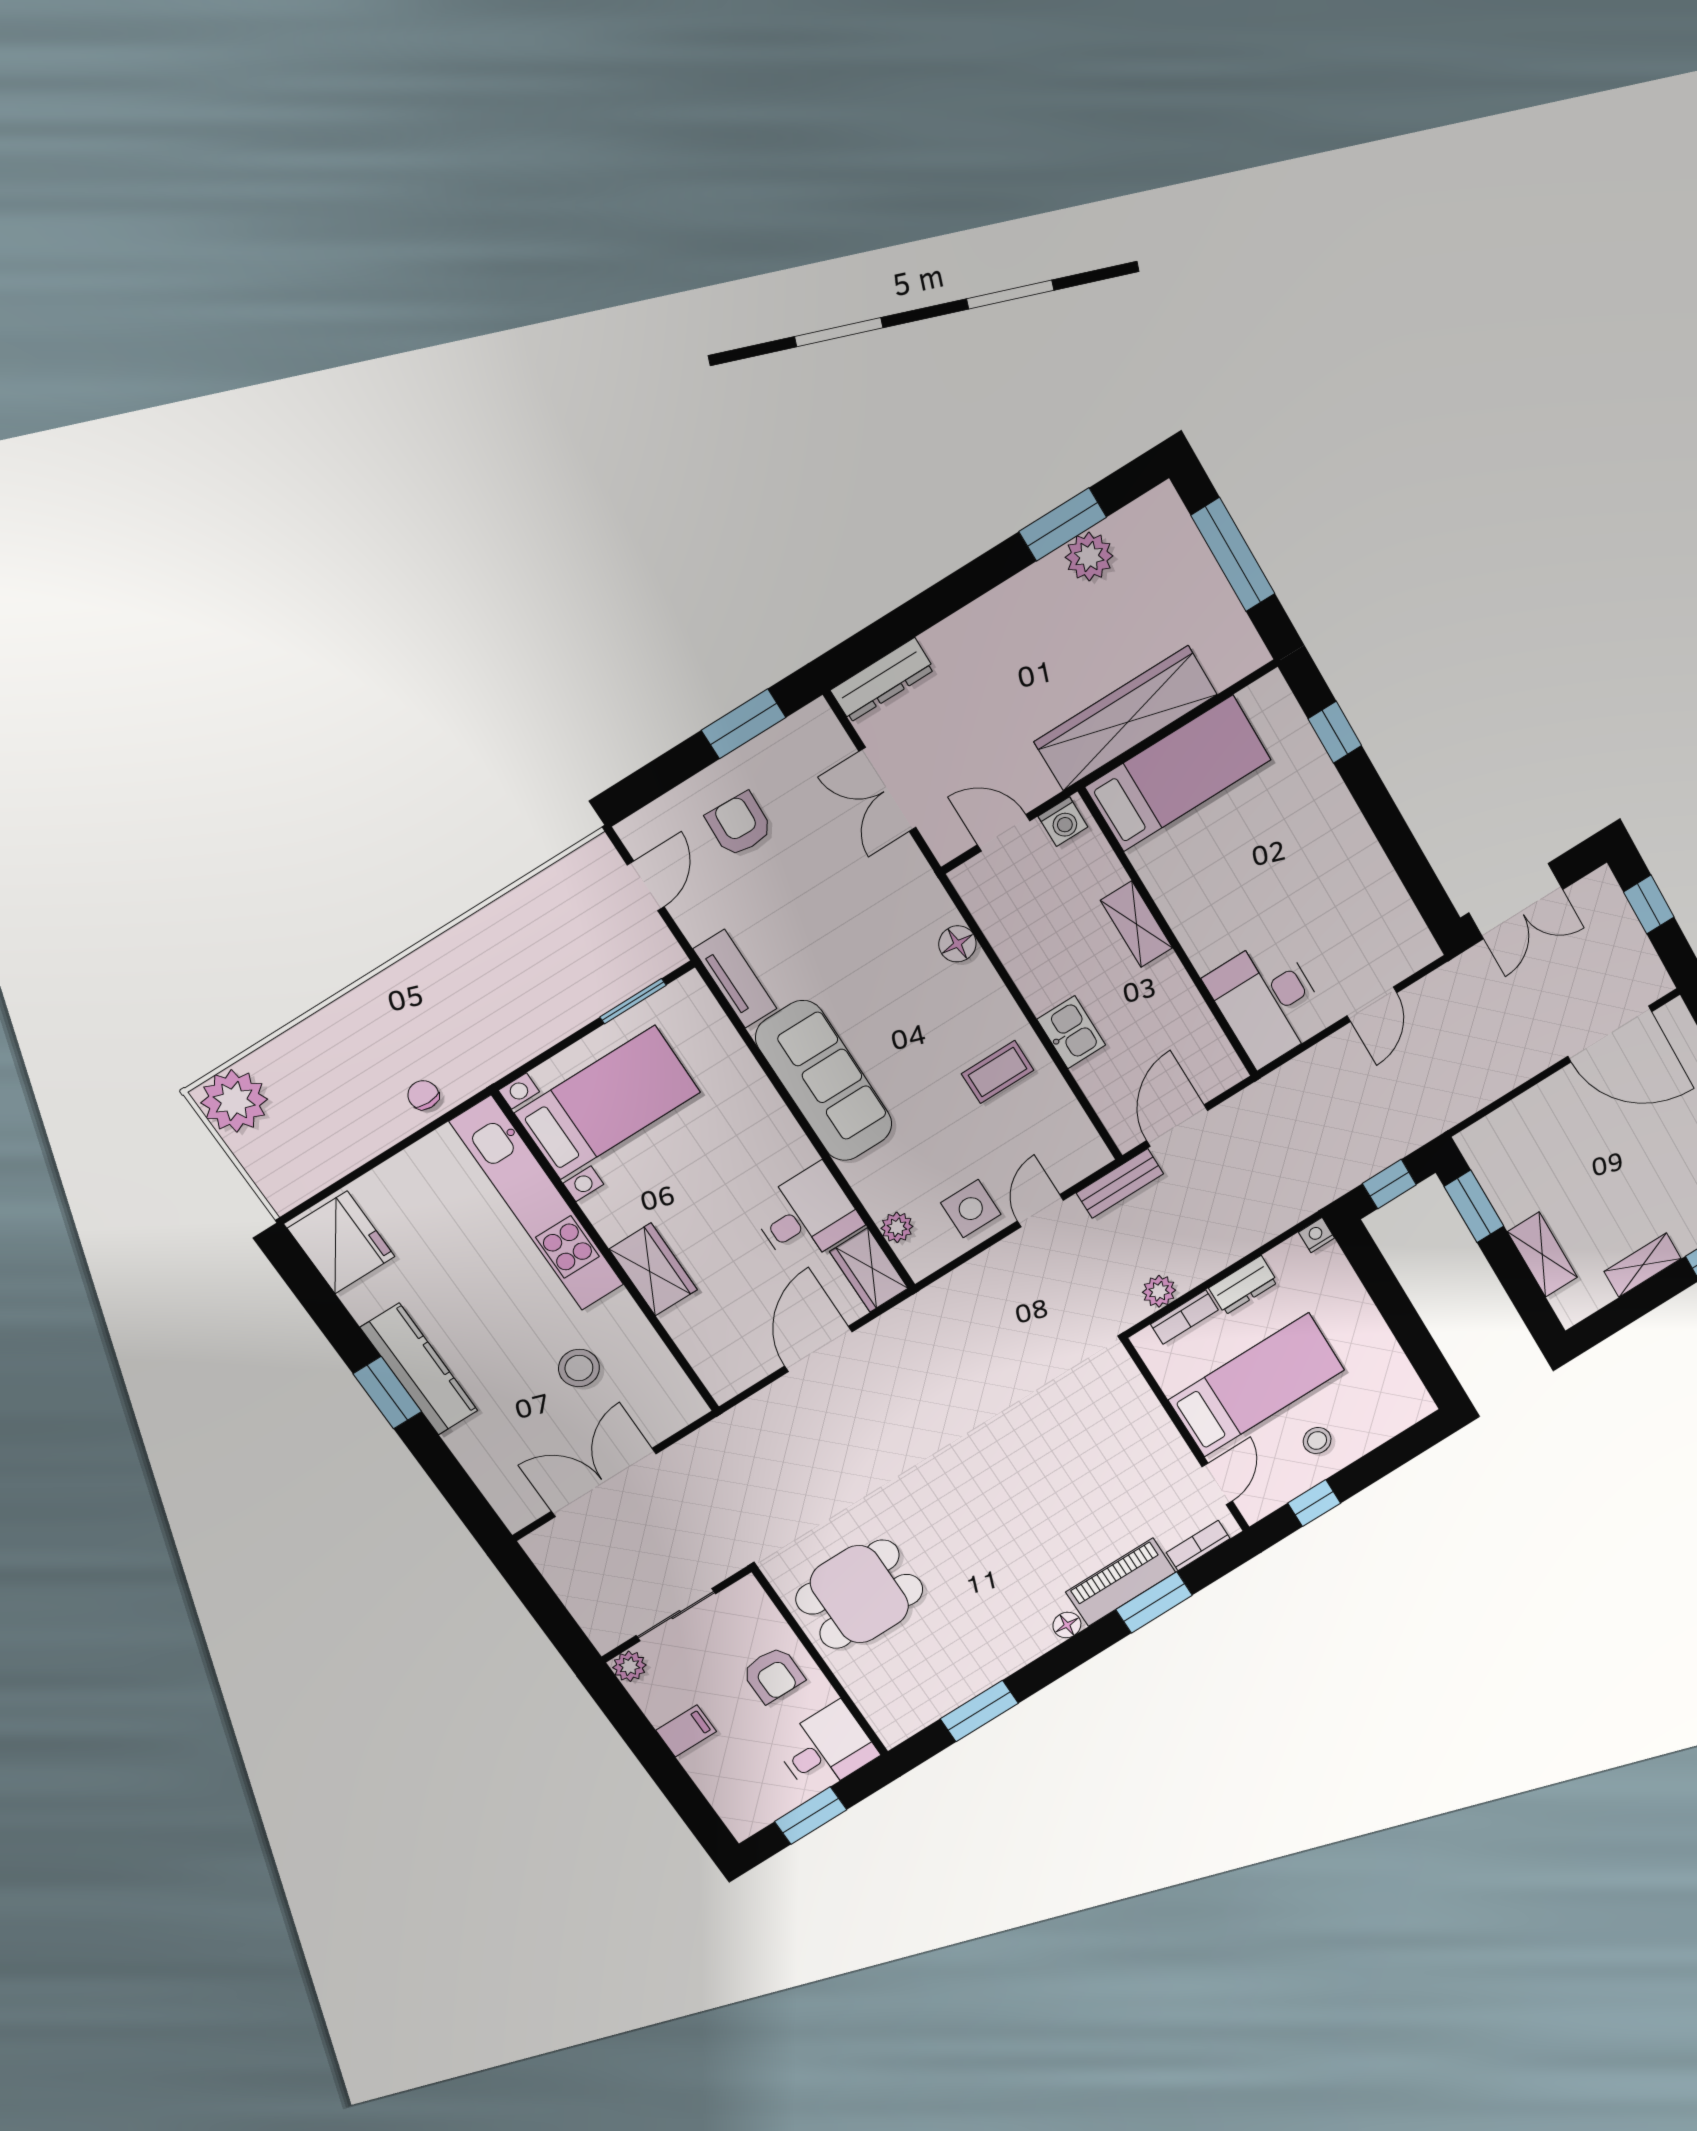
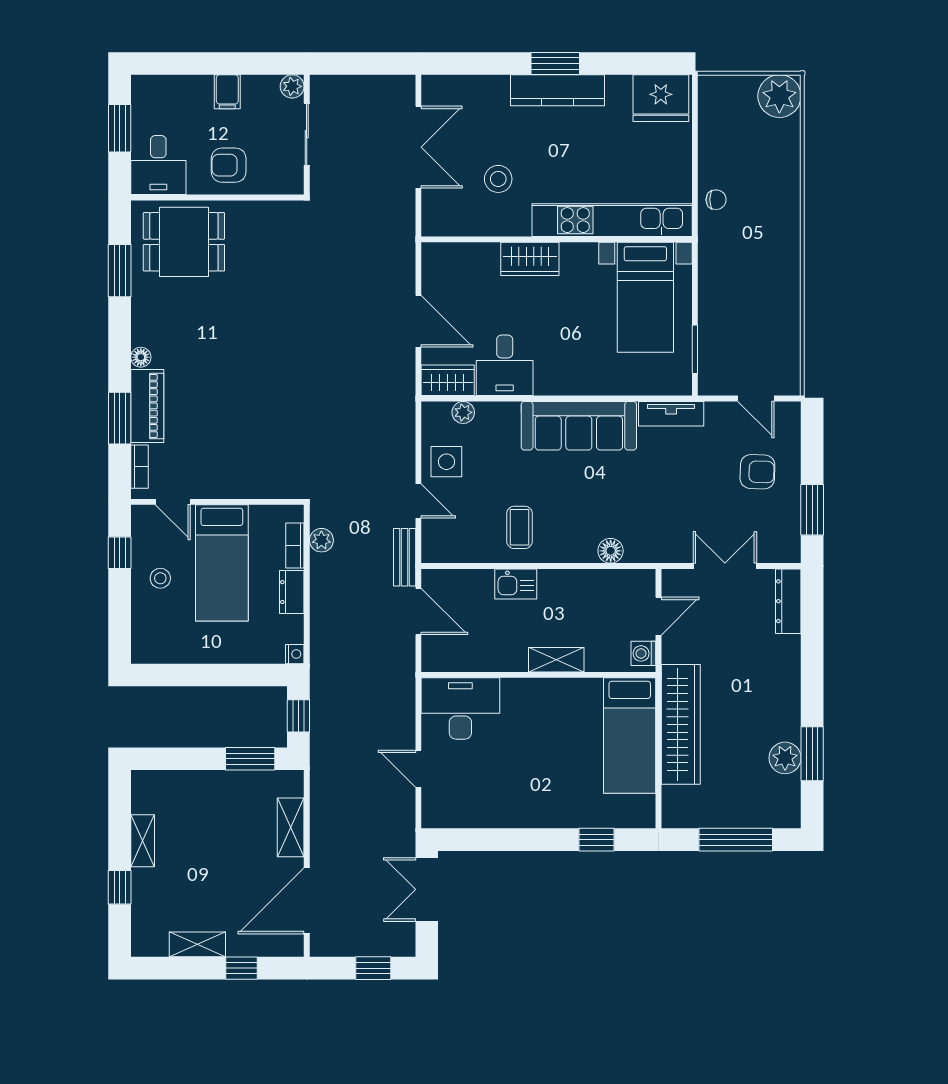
shelving: (1542, 1255) -> (291, 827), moved, turned 90
dining table: (859, 1594) -> (184, 242), moved, turned 90

